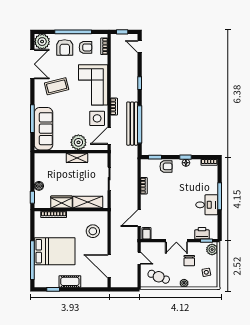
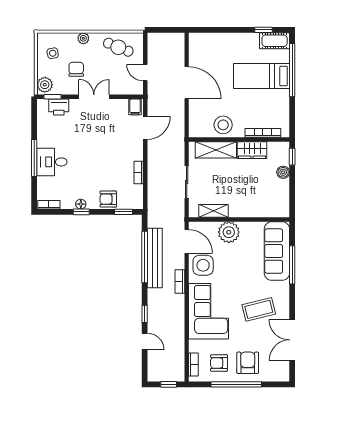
plant: (42, 42) -> (279, 371), removed
door: (140, 47) -> (145, 341), moved
door: (109, 136) -> (187, 241), hinge flipped
shelving: (77, 158) -> (213, 211), moved
desk: (207, 205) -> (52, 162), moved
stool: (93, 231) -> (223, 125), moved
bed: (55, 251) -> (261, 76), width x0.67
door: (109, 266) -> (187, 83), moved
cot: (70, 281) -> (275, 41), moved

